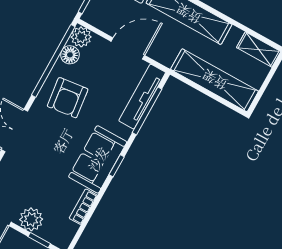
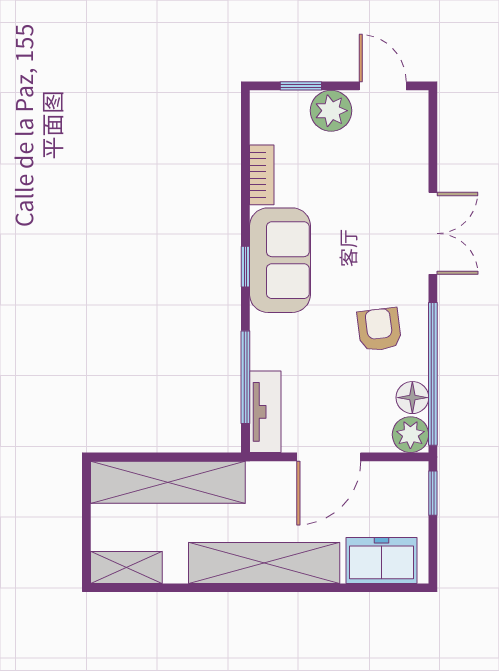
tv unit: (142, 97) -> (265, 412), width x0.71
armchair: (68, 98) -> (379, 330), width x0.72, depth x0.72

